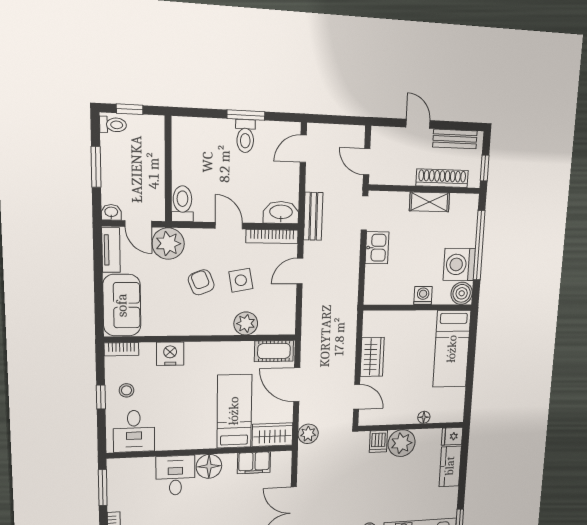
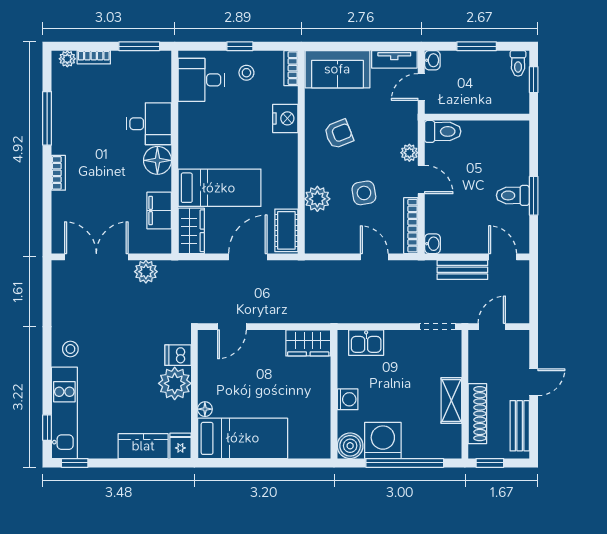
washbasin: (281, 213) -> (432, 244), width x0.52, depth x0.69
bench: (313, 216) -> (462, 270), moved
door: (229, 226) -> (421, 179), hinge flipped
plant: (168, 244) -> (409, 153), moved, width x0.53, depth x0.53
kitchen sink: (377, 248) -> (366, 343), moved
armchair: (201, 282) -> (339, 134), moved
bed: (452, 349) -> (243, 438), moved, turned 180
wardrobe: (372, 357) -> (308, 343), moved
plant: (308, 434) -> (146, 272), moved

